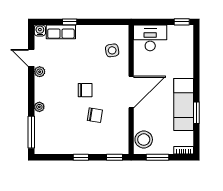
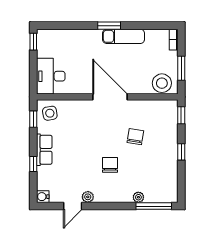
window: (111, 22) -> (33, 119), added
row of seats: (61, 32) -> (44, 150), moved
side table: (112, 50) -> (50, 113), moved
chair: (85, 90) -> (110, 165), moved
exam couch: (184, 104) -> (124, 36), width x0.73, depth x0.69
plant: (39, 107) -> (138, 197), moved
window: (196, 113) -> (109, 26), moved

